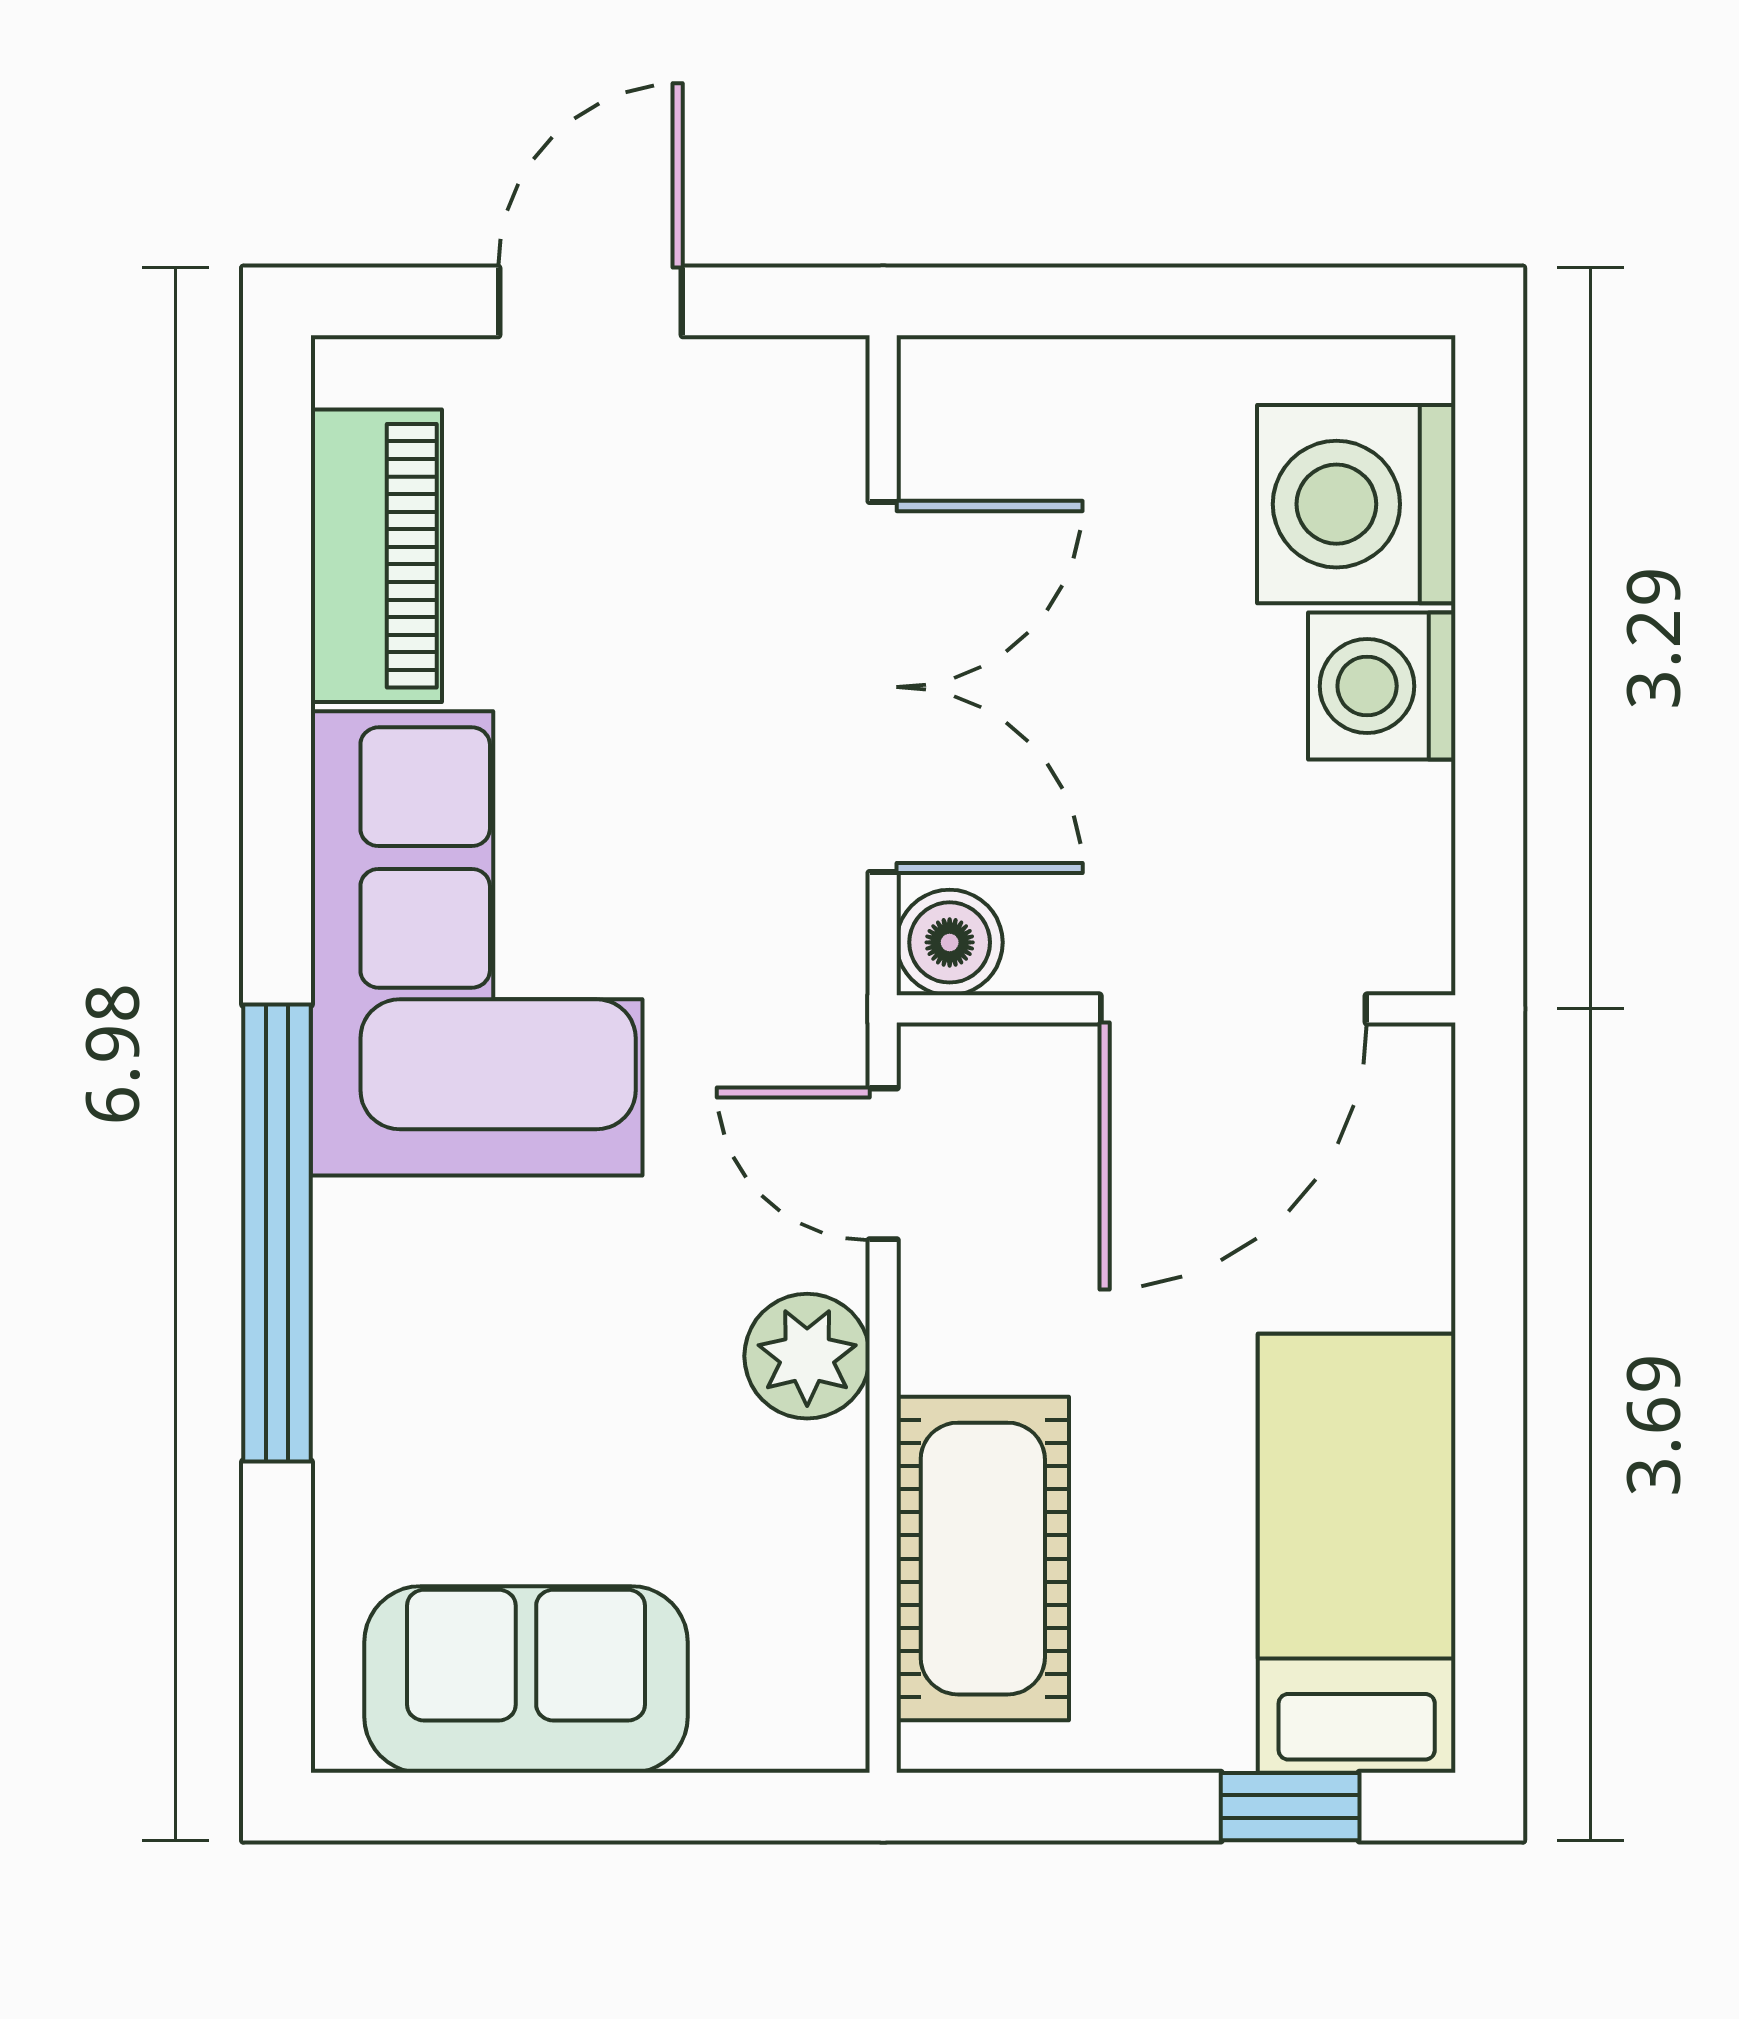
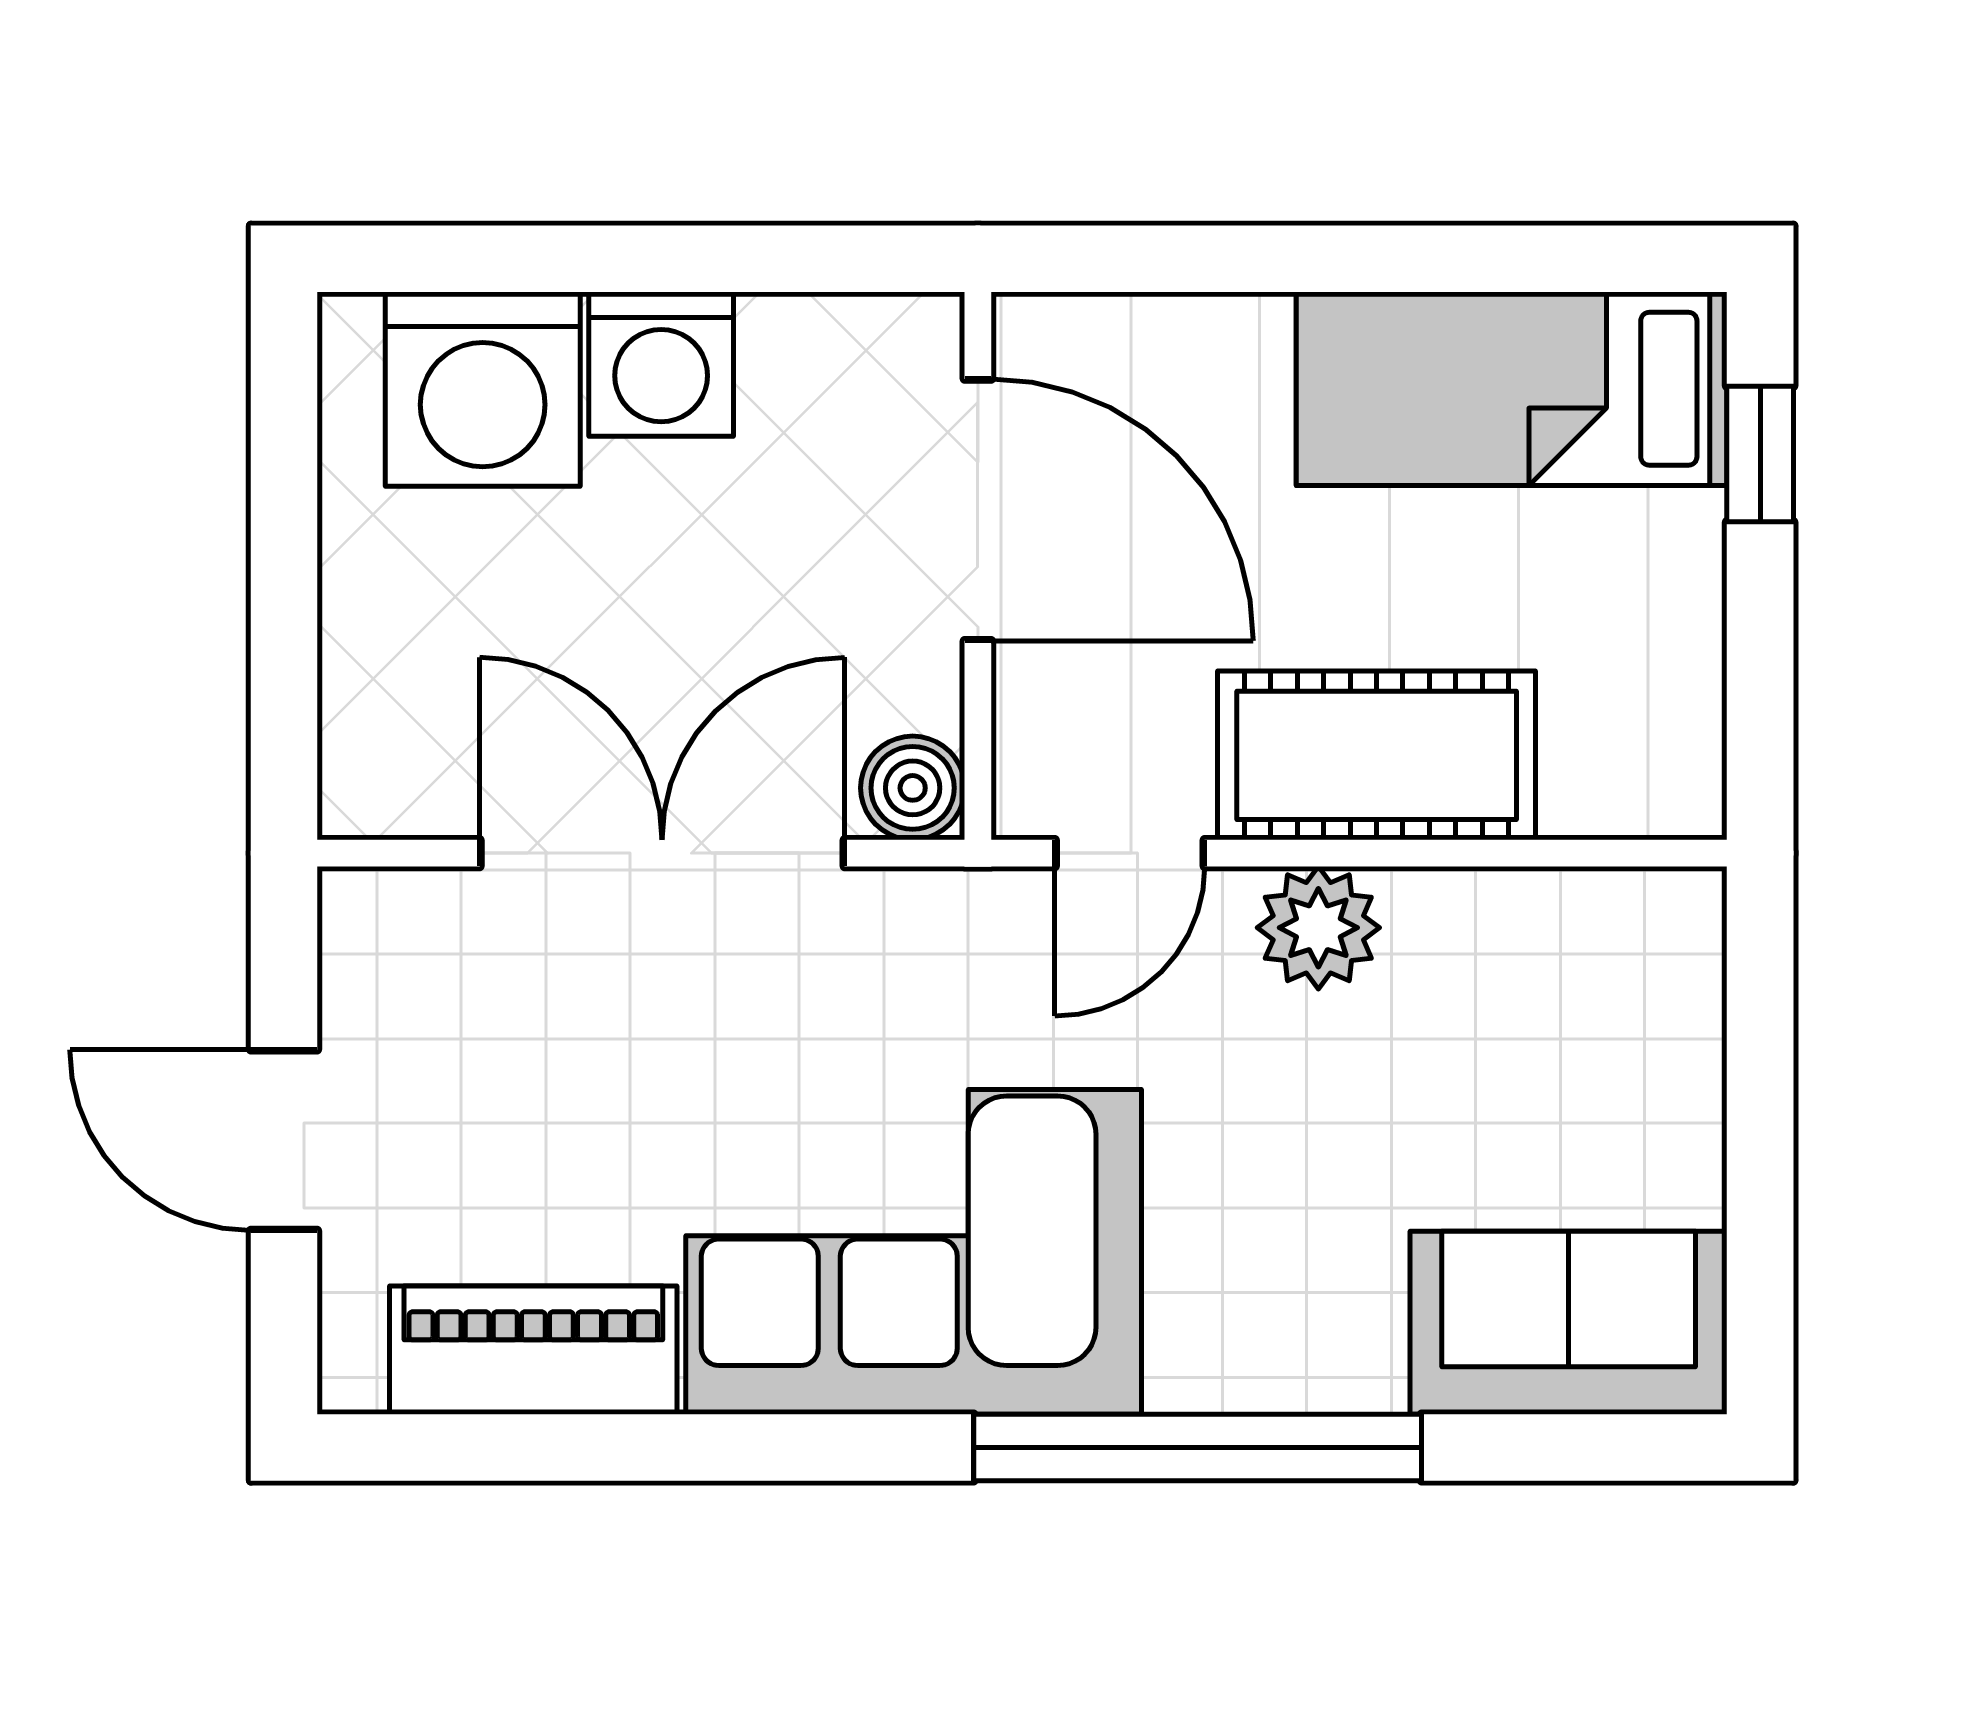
cot: (983, 1559) -> (1377, 755), moved
sofa: (526, 1679) -> (1569, 1323), moved, turned 90

